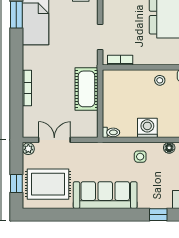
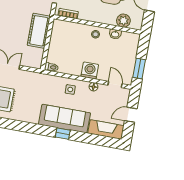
washing machine: (147, 128) -> (90, 70), moved
sofa: (105, 195) -> (64, 119), moved
window: (158, 215) -> (63, 134), moved

